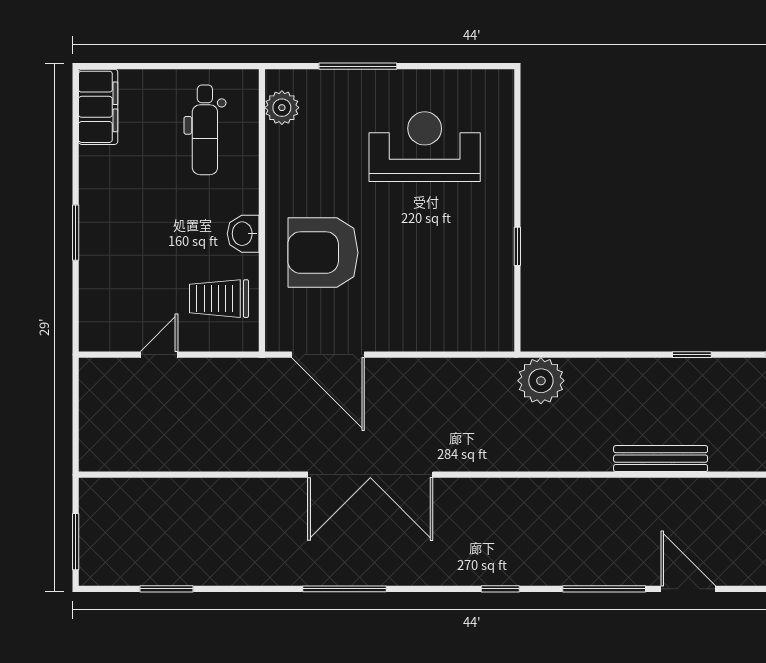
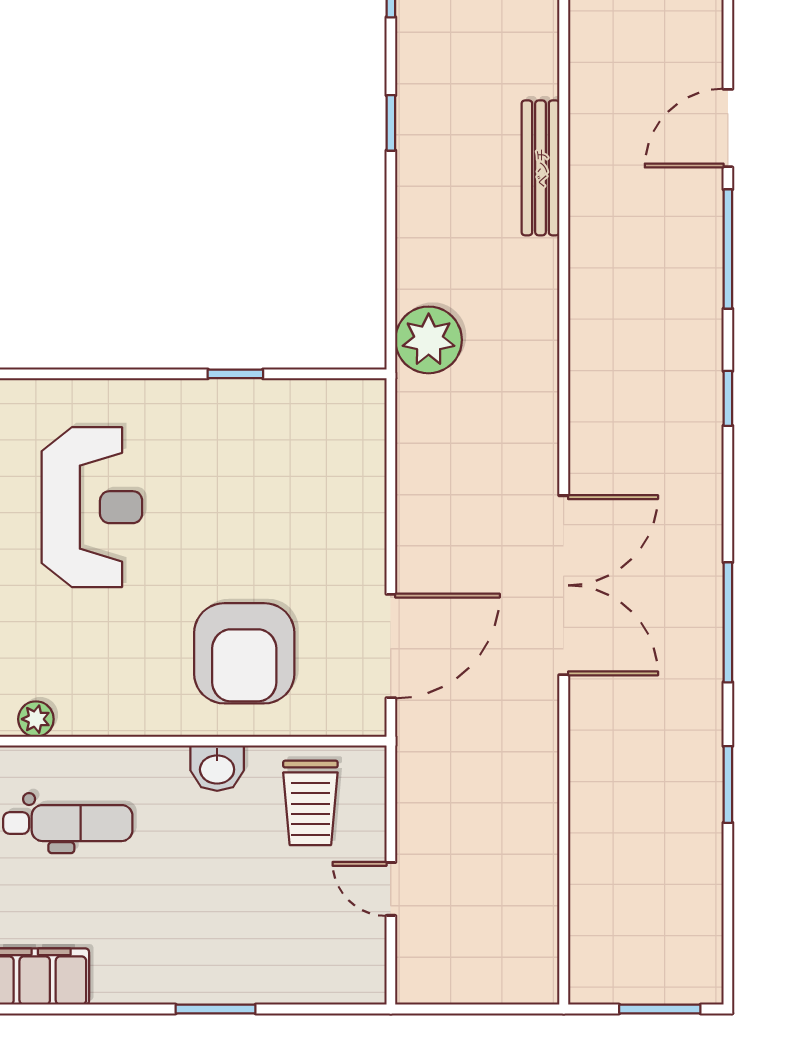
plant: (282, 108) -> (36, 719), width x0.73, depth x0.73
reception desk: (425, 147) -> (92, 507), turned 180
window: (166, 589) -> (728, 784), moved

